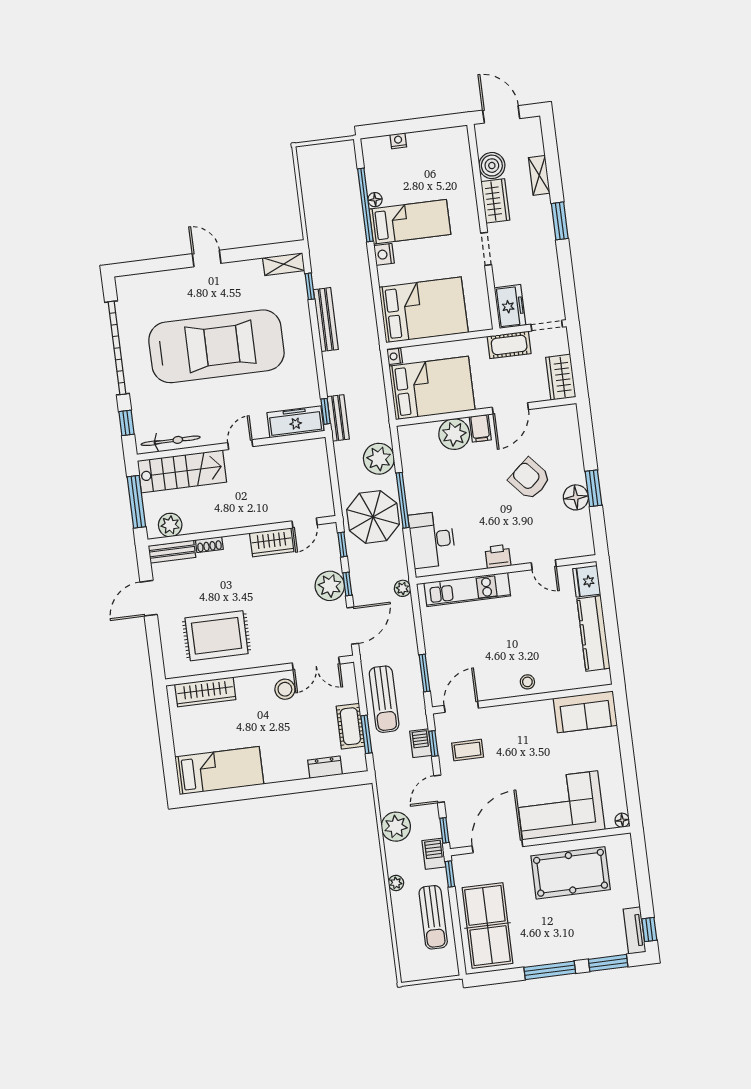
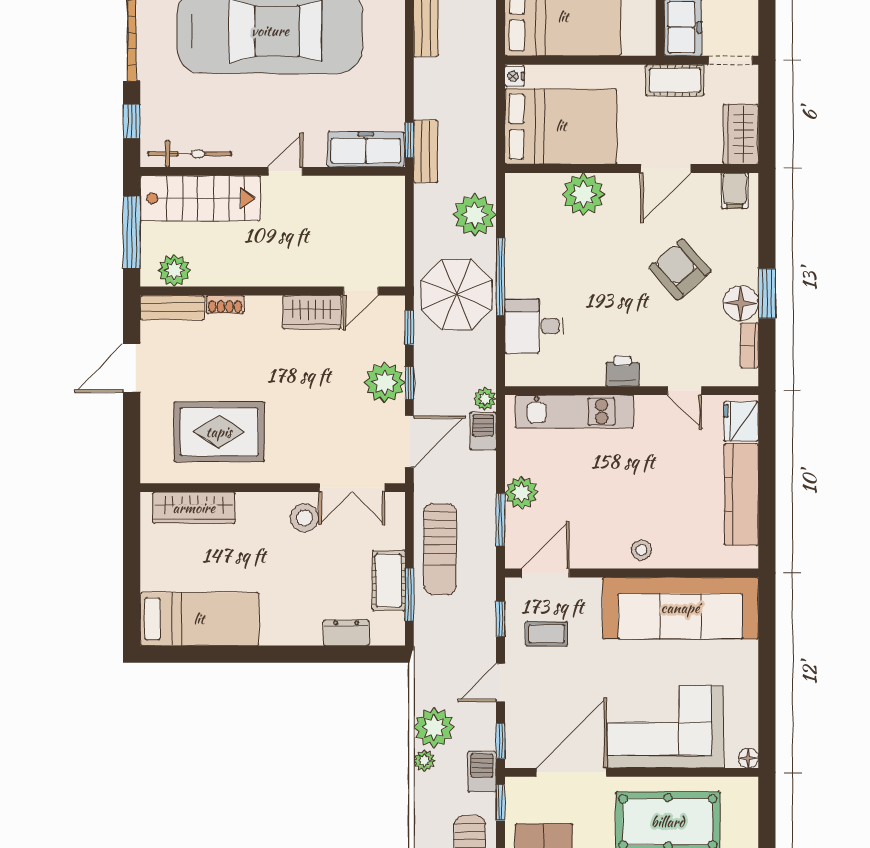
filing cabinet: (480, 428) -> (735, 191), moved
bookcase: (586, 527) -> (749, 345), added
desk: (432, 540) -> (534, 326), width x0.73
plant: (437, 652) -> (521, 493), added
sofa: (585, 712) -> (680, 608), width x1.85, depth x1.27
barbecue: (421, 743) -> (483, 431), moved
plant: (396, 883) -> (424, 761), moved

